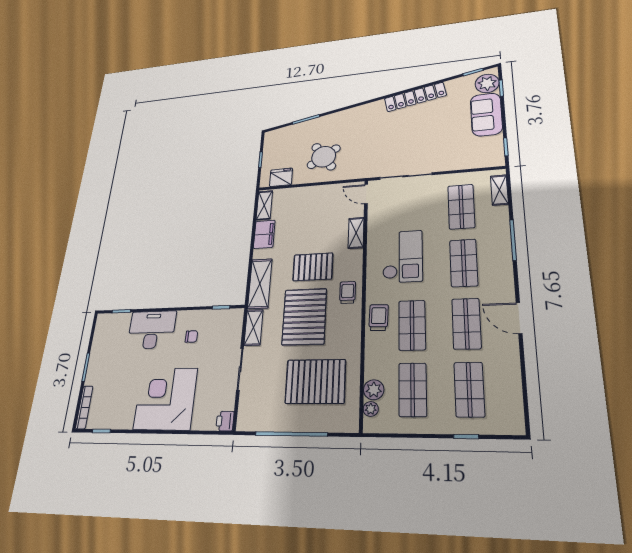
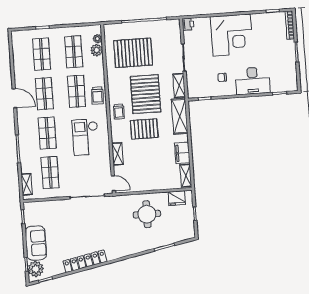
round table: (324, 157) -> (147, 214), turned 34

